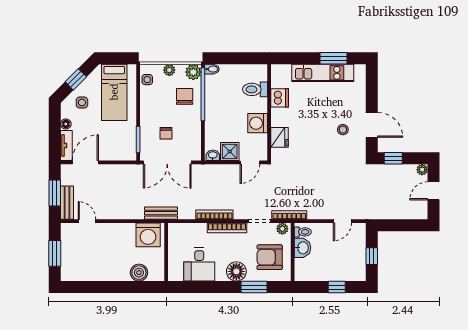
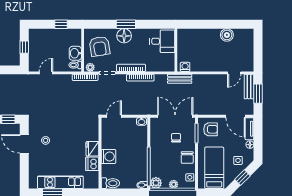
toilet: (255, 89) -> (110, 183), moved
chair: (185, 96) -> (187, 158), moved
washing machine: (258, 123) -> (108, 157), moved
fridge: (279, 137) -> (92, 149), moved
armchair: (119, 145) -> (211, 129), added
shower: (230, 152) -> (129, 124), removed
door: (85, 162) -> (236, 116), hinge flipped
door: (87, 221) -> (234, 73), hinge flipped
washing machine: (148, 235) -> (185, 67), width x0.53, depth x0.53
window: (55, 253) -> (258, 49), removed
armchair: (270, 257) -> (100, 46), turned 81
desk: (199, 265) -> (162, 41), moved, turned 90
boiler: (139, 273) -> (227, 35), moved
window: (254, 287) -> (126, 24), moved
window: (337, 287) -> (61, 24), moved

